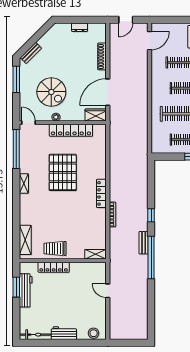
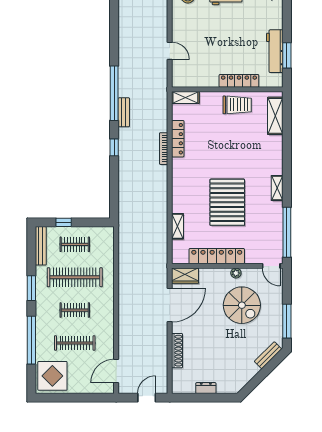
spiral stairs: (51, 92) -> (242, 305), turned 180
shelving: (102, 154) -> (178, 226), added
locker: (101, 193) -> (178, 139), moved

